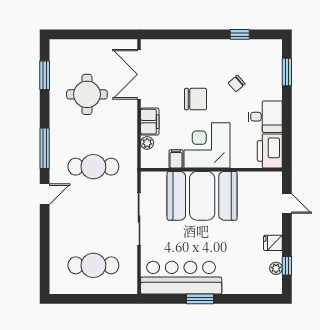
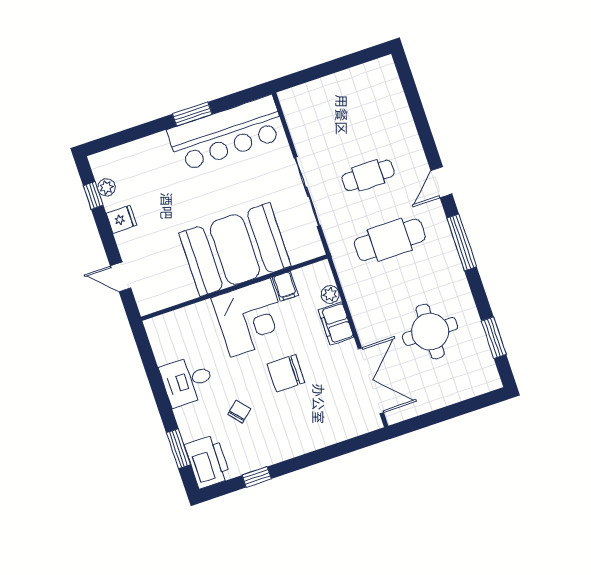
printer: (270, 151) -> (208, 462), moved
cafe table: (93, 265) -> (368, 175), moved, width x0.73, depth x0.74

